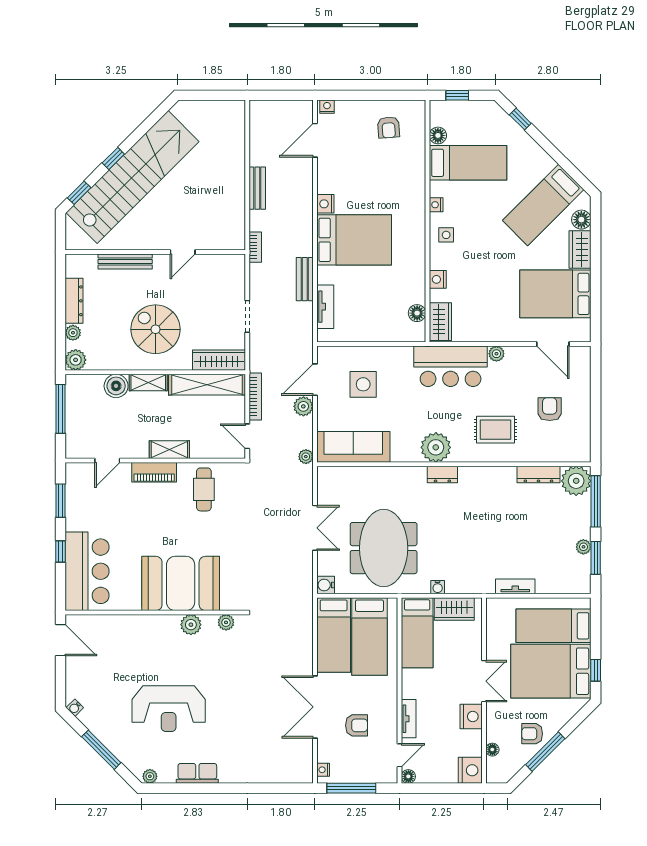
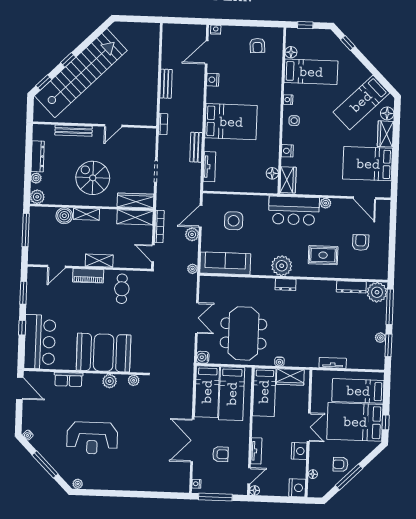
nightstand: (325, 204) -> (213, 80), moved
shelving: (207, 385) -> (135, 217), width x0.68
row of seats: (197, 773) -> (68, 379), moved, turned 180

